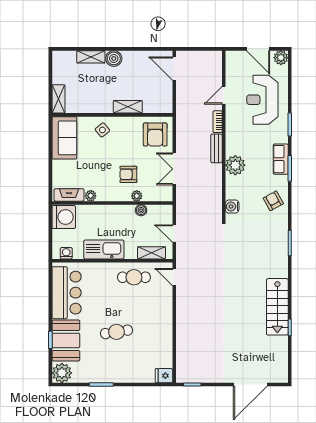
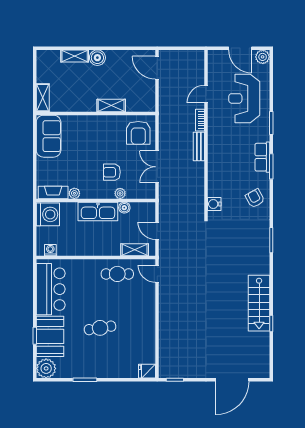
side table: (102, 130) -> (86, 128), removed
plant: (235, 165) -> (217, 163), removed
kitchen sink: (104, 249) -> (98, 212), moved, turned 180

